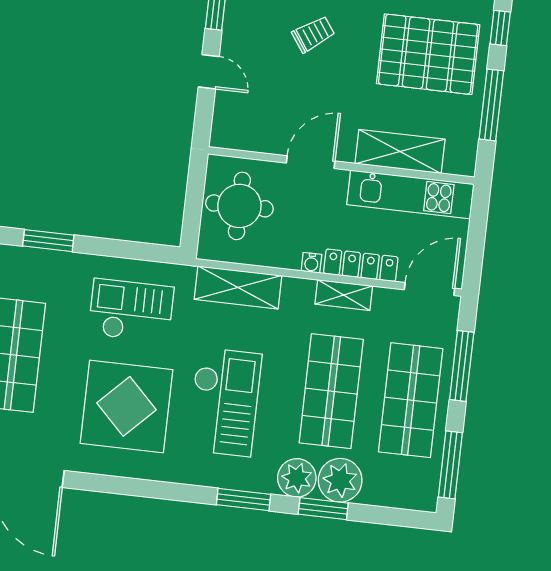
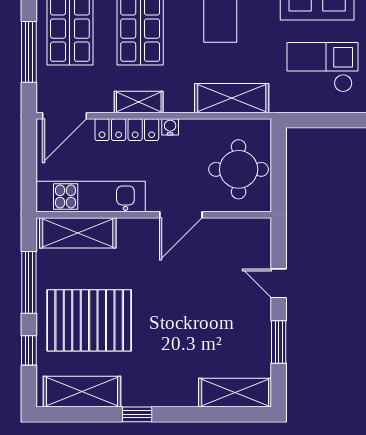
trolley: (313, 34) -> (191, 327), removed
shelving: (400, 151) -> (78, 233), moved
checkout: (131, 311) -> (323, 67), turned 180

